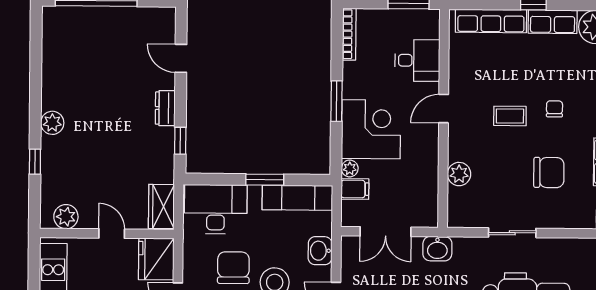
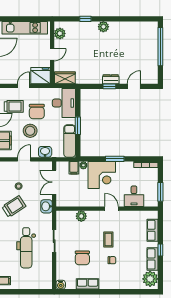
row of seats: (491, 21) -> (153, 230), width x0.68
window: (180, 141) -> (109, 86), moved
chair: (233, 268) -> (37, 112), turned 90

